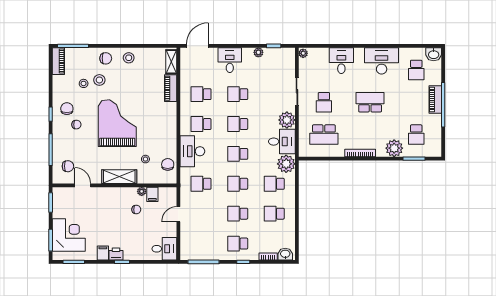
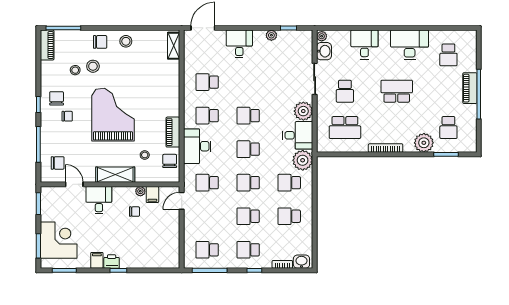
washbasin: (434, 54) -> (324, 51), moved, turned -90
piano: (171, 88) -> (173, 132), moved
school desk: (238, 94) -> (207, 250), moved
door: (178, 214) -> (182, 201), moved
desk: (164, 249) -> (99, 200), moved, turned -90

